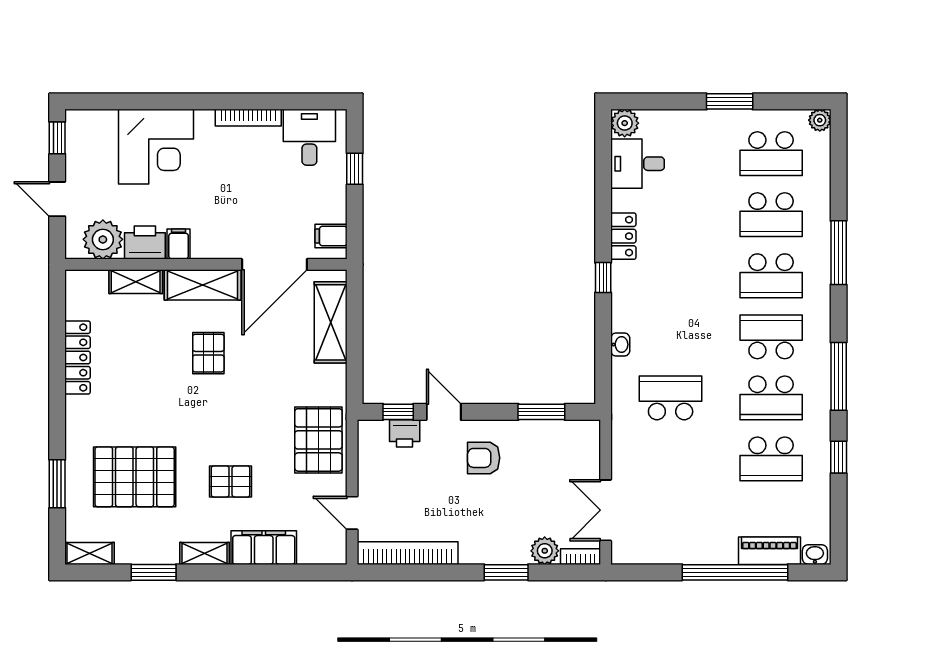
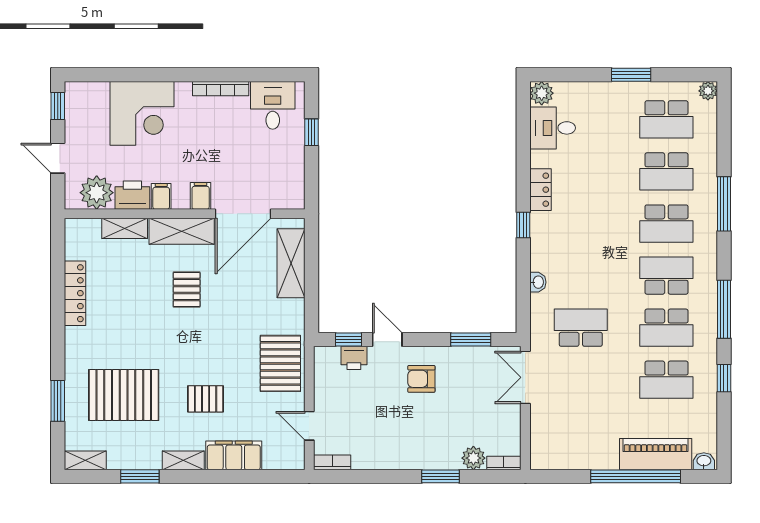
filing cabinet: (331, 236) -> (201, 196), moved, turned 90
double door: (606, 510) -> (525, 377), moved
piano: (770, 551) -> (656, 454), width x1.37, depth x1.33
bookcase: (408, 553) -> (332, 462), width x0.43, depth x0.76

